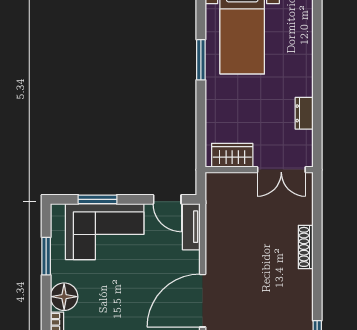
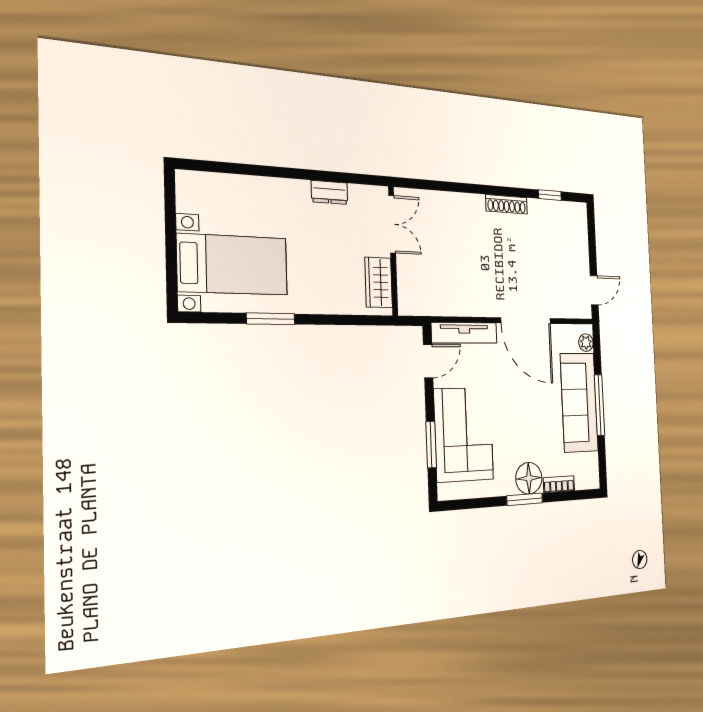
tv unit: (191, 227) -> (464, 333), width x1.41
shoe rack: (306, 247) -> (507, 204), moved
window: (46, 256) -> (525, 499), moved

